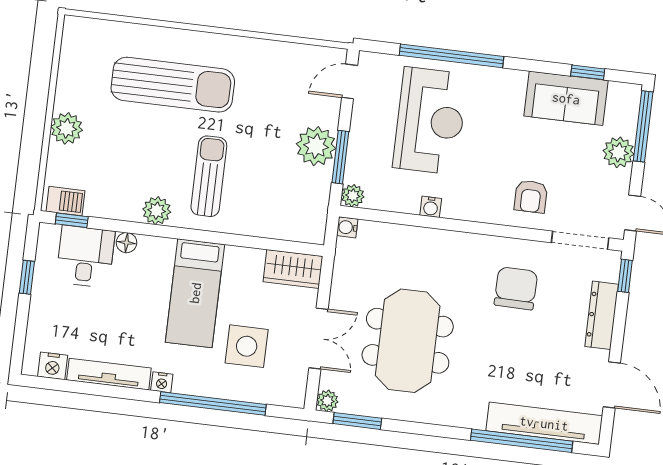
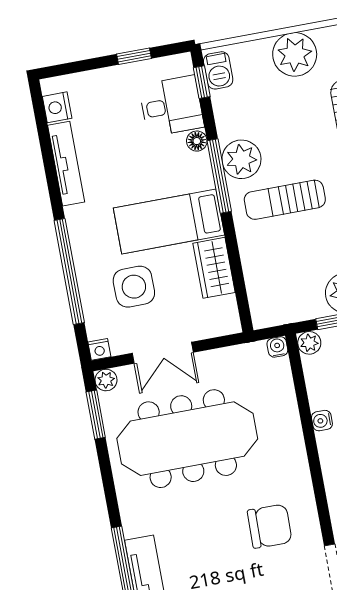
plant: (67, 128) -> (295, 54), width x1.36, depth x1.36
sun lounger: (209, 176) -> (285, 200), turned 180
plant: (157, 211) -> (241, 159), width x1.36, depth x1.36
window: (166, 232) -> (219, 176), added
wardrobe: (293, 269) -> (214, 268), moved
meeting table: (408, 341) -> (187, 439), width x1.36
nightstand: (162, 382) -> (99, 349), moved, turned -90

